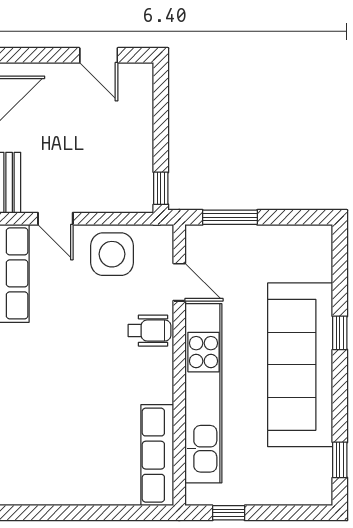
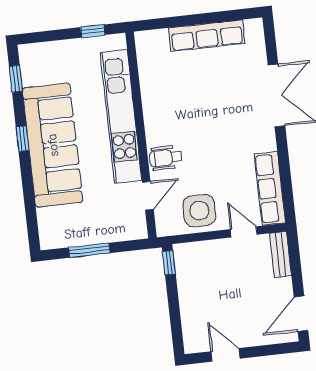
window: (230, 217) -> (89, 250), moved
door: (179, 282) -> (148, 196), swing flipped
window: (340, 333) -> (23, 139), moved
row of seats: (157, 455) -> (207, 36), moved, turned 90

